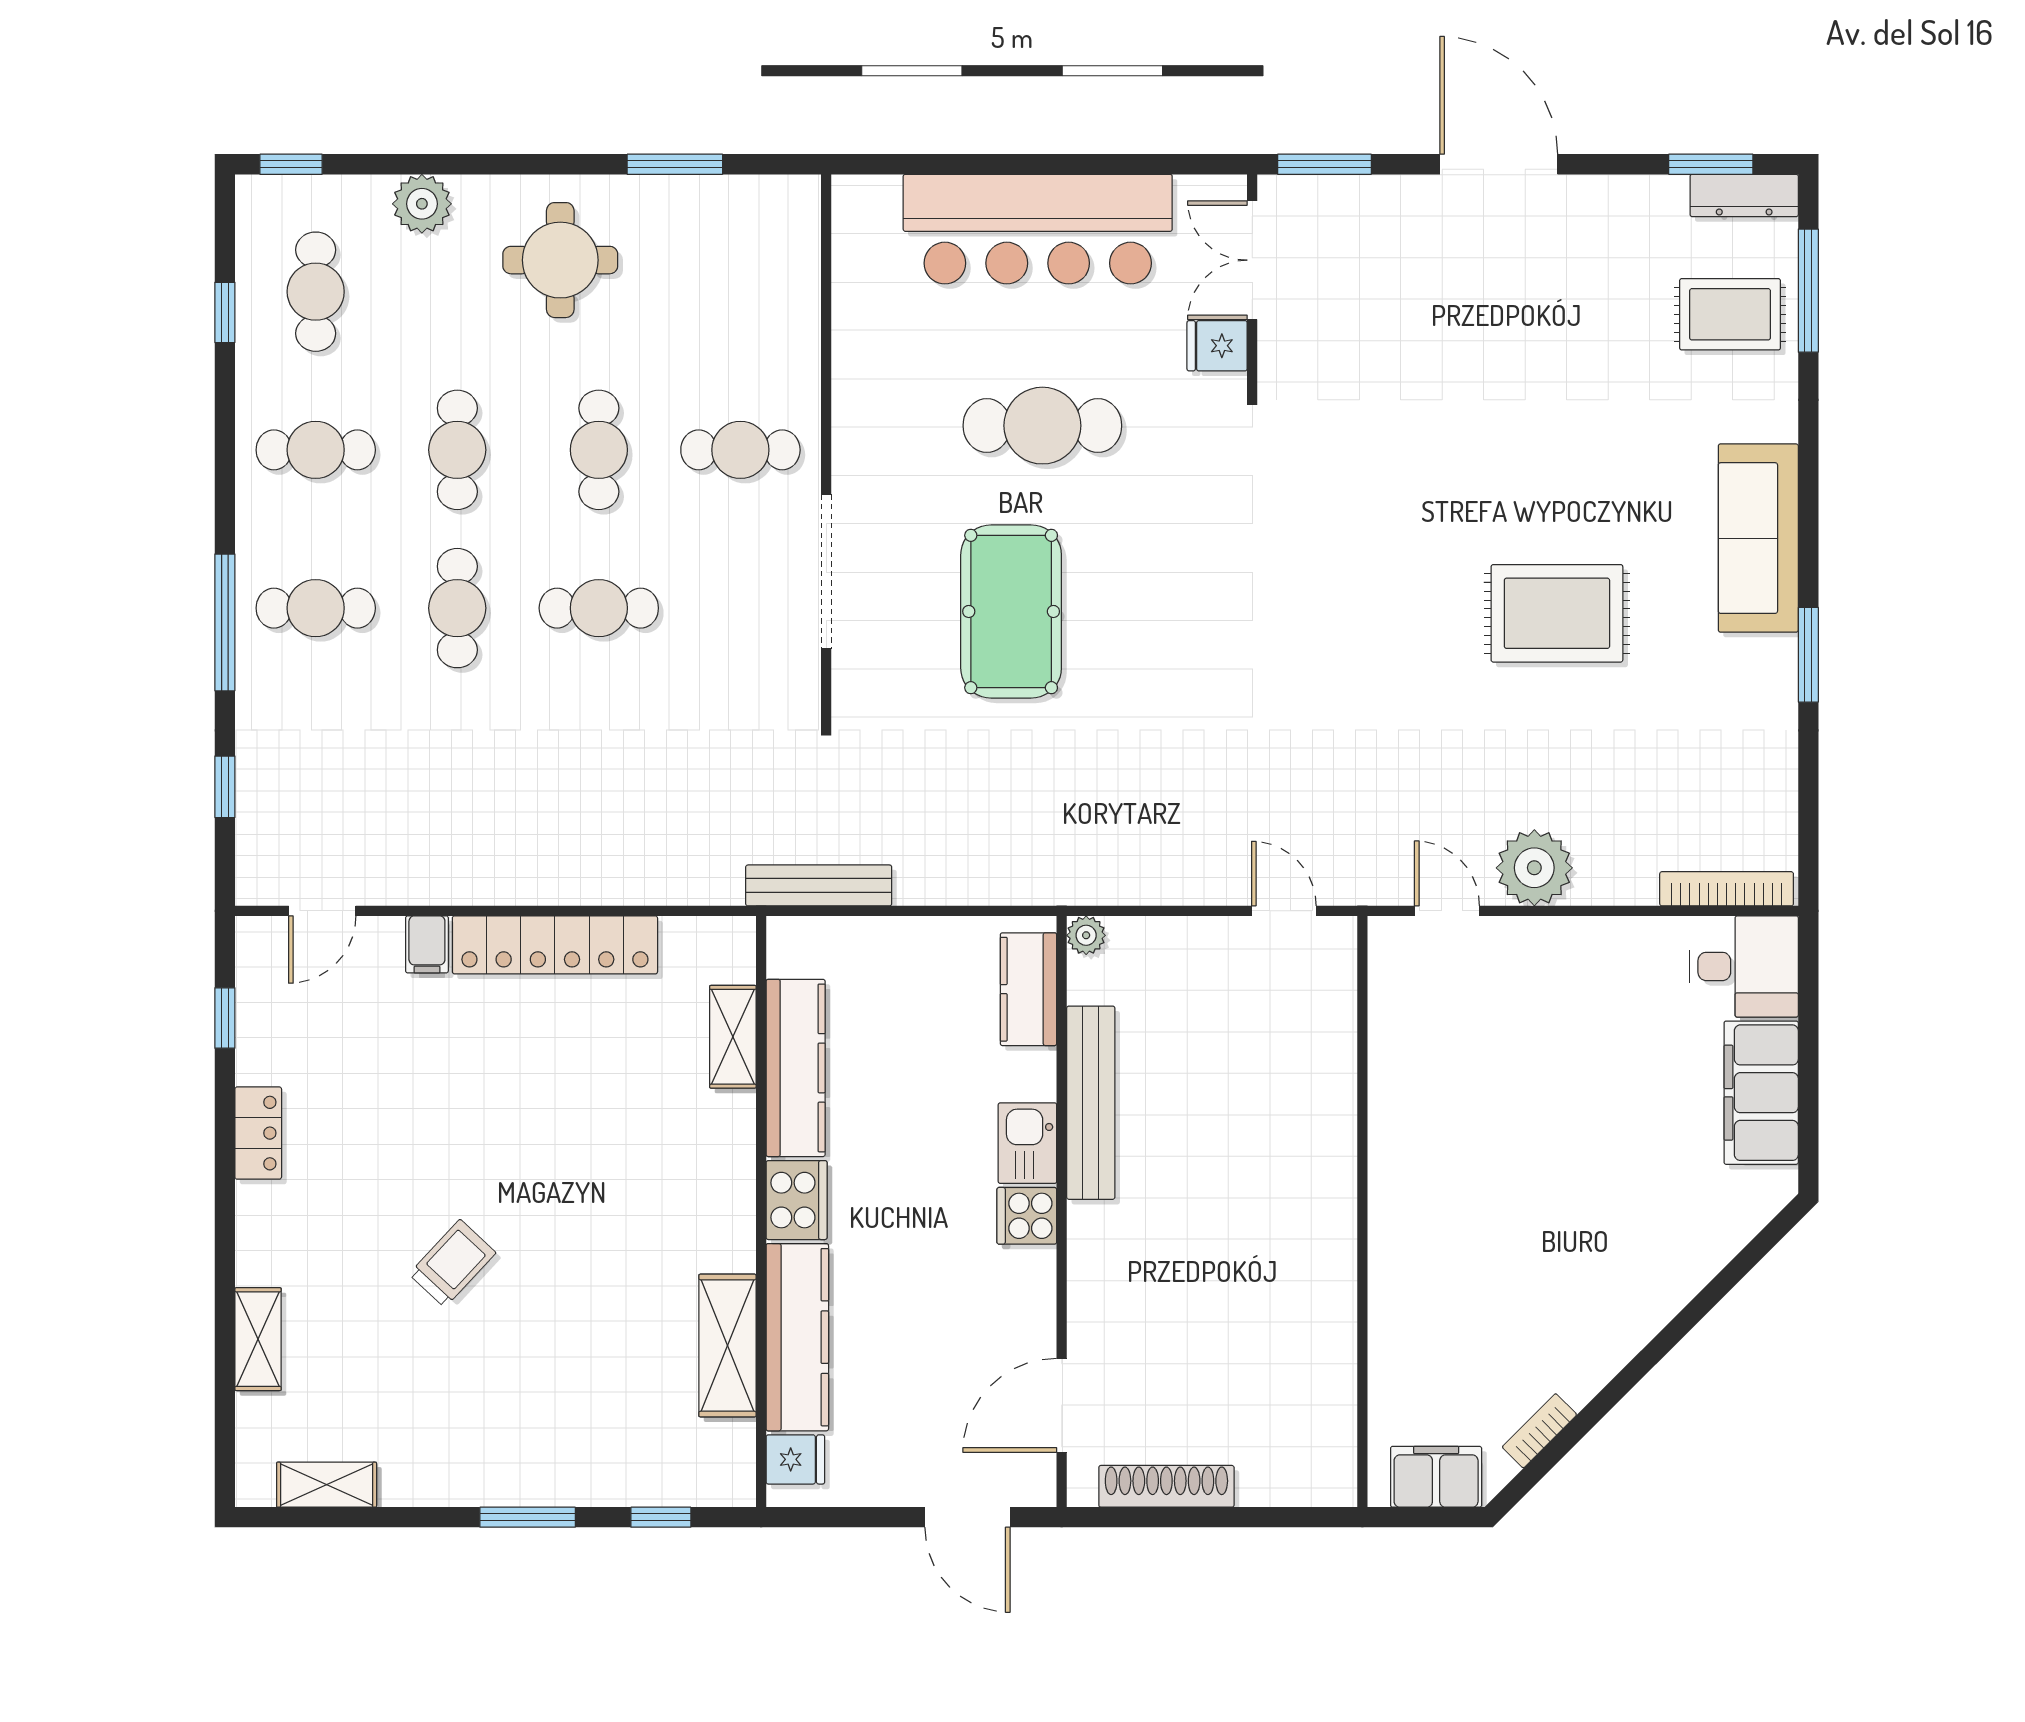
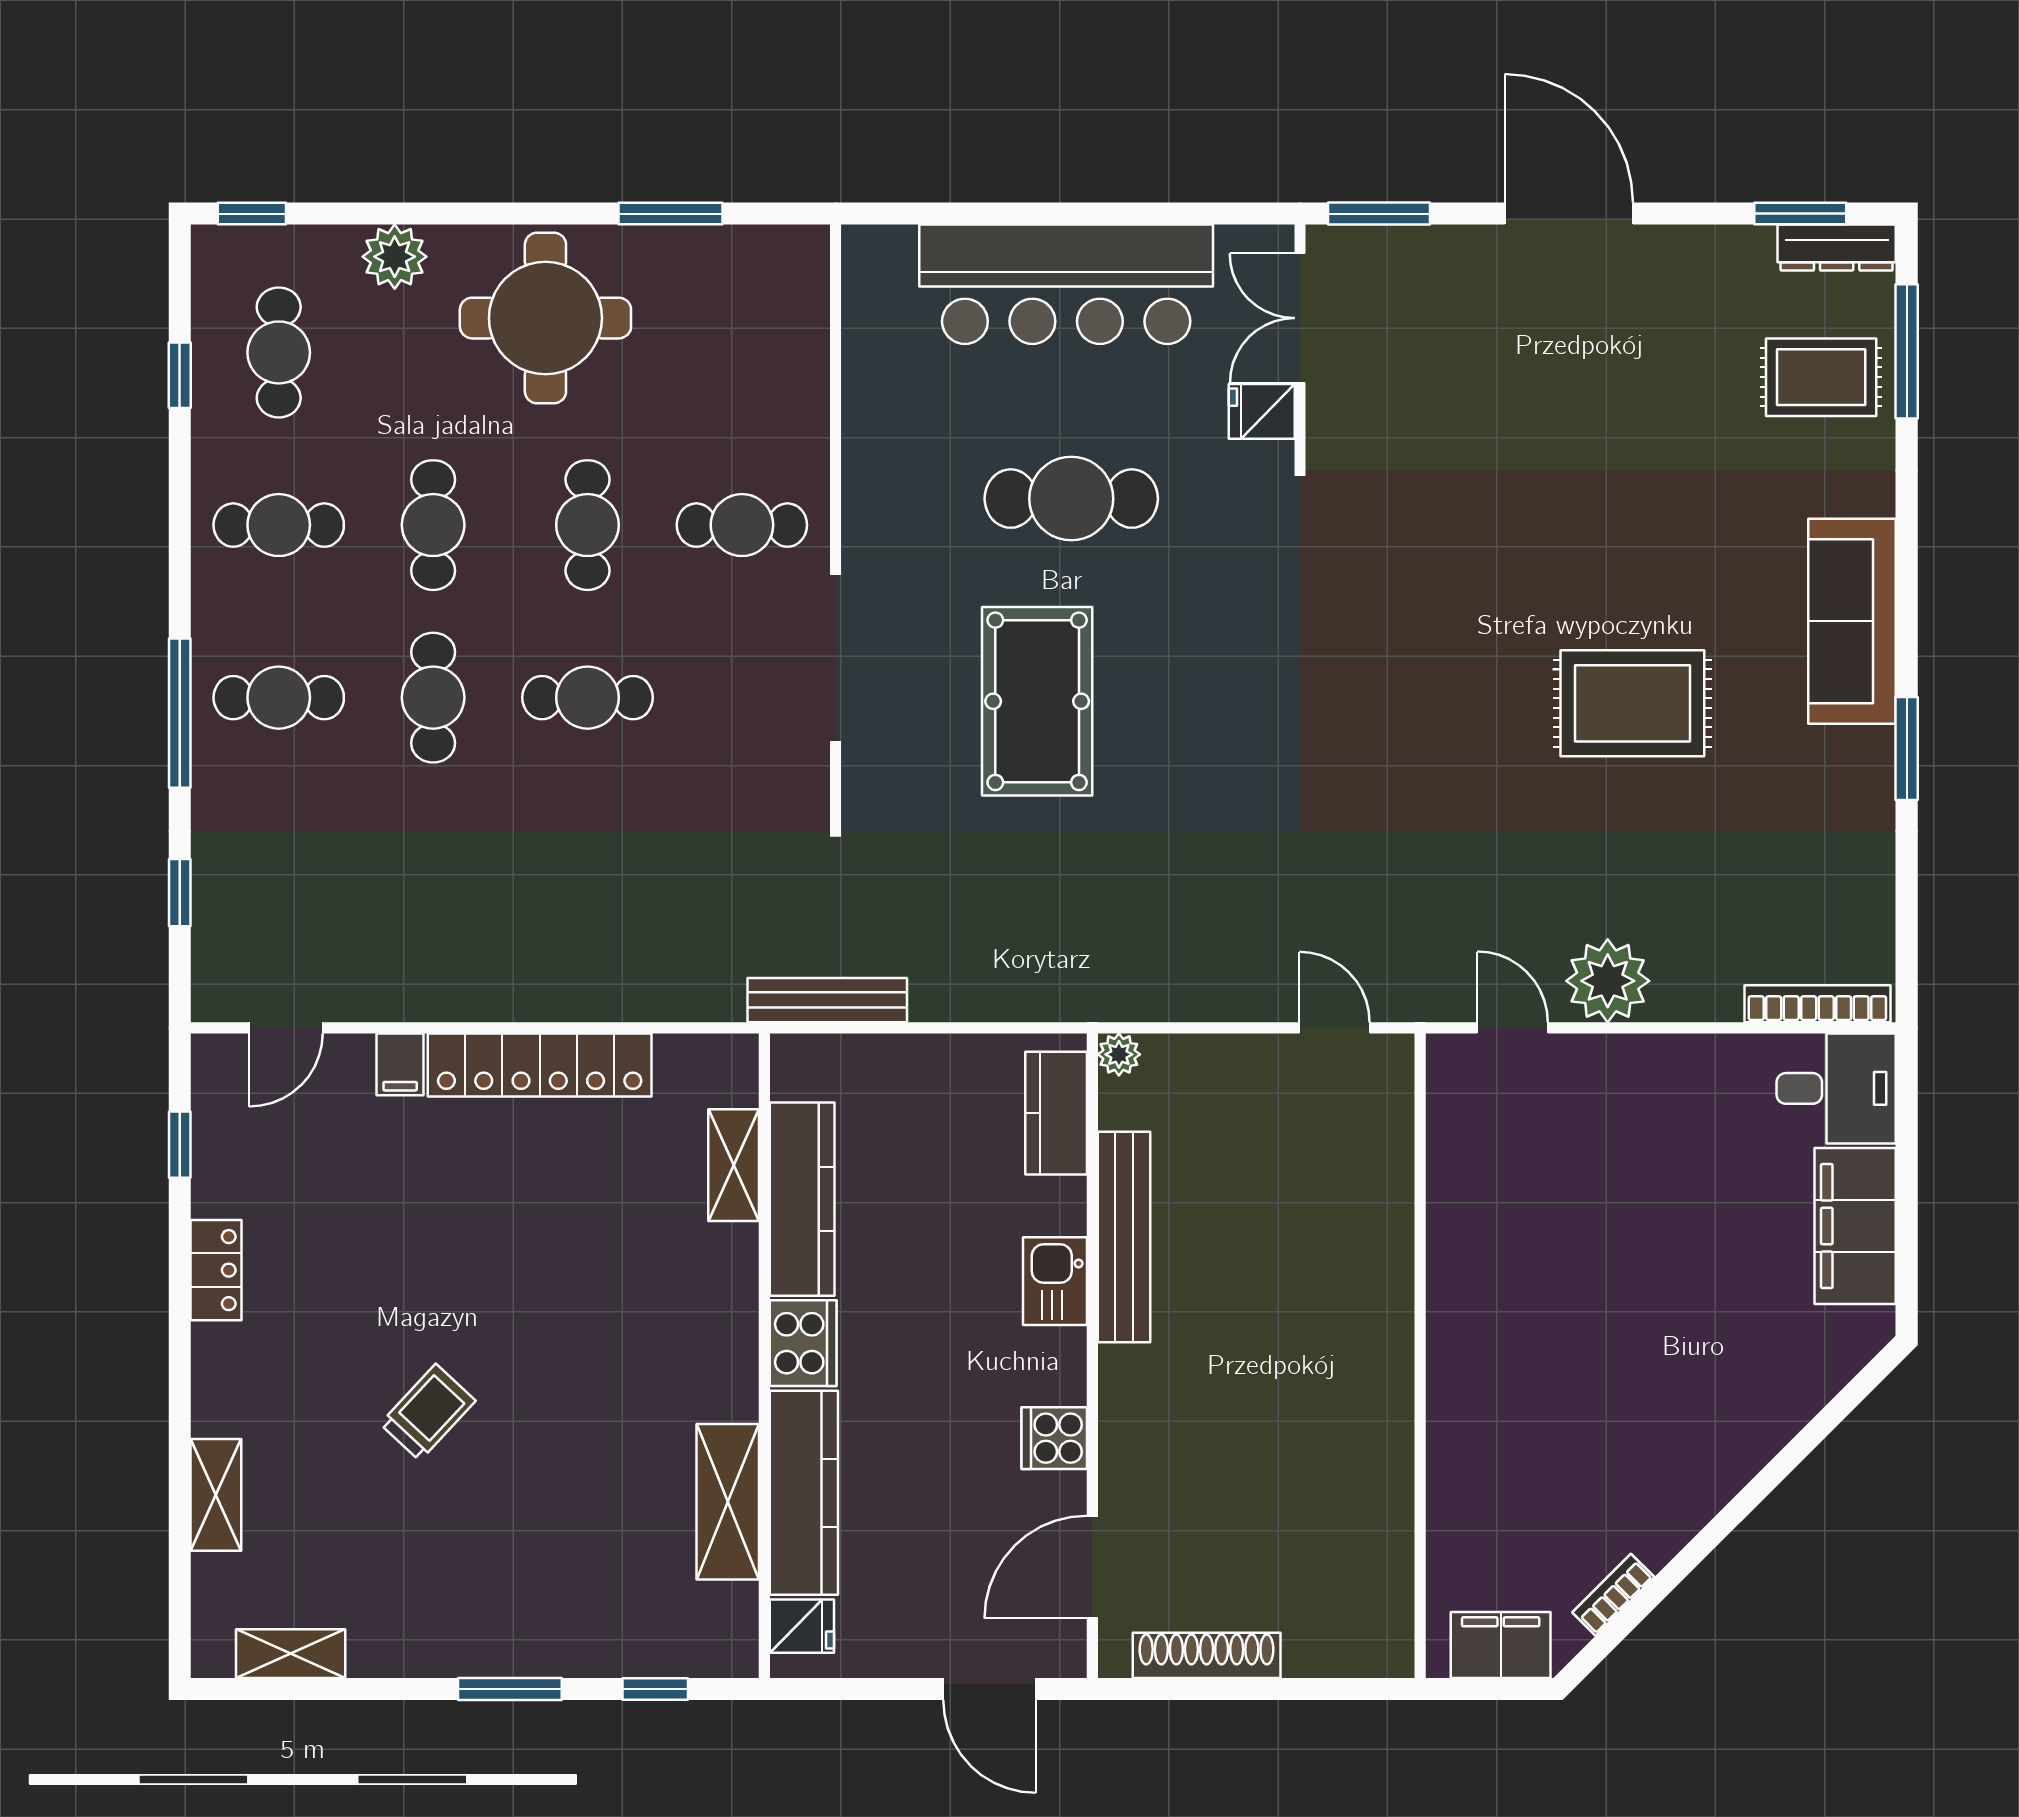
round table: (560, 260) -> (545, 318), width x1.36, depth x1.36
cooker: (1027, 1216) -> (1054, 1438), moved

